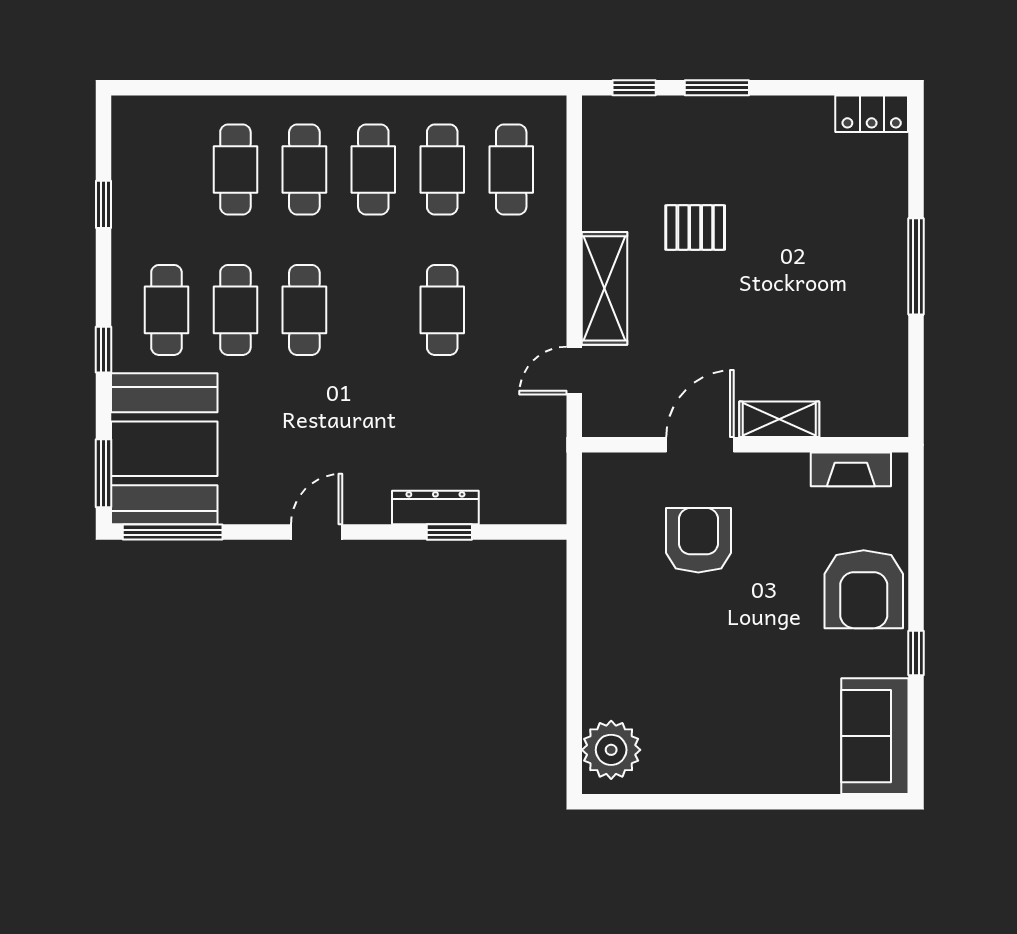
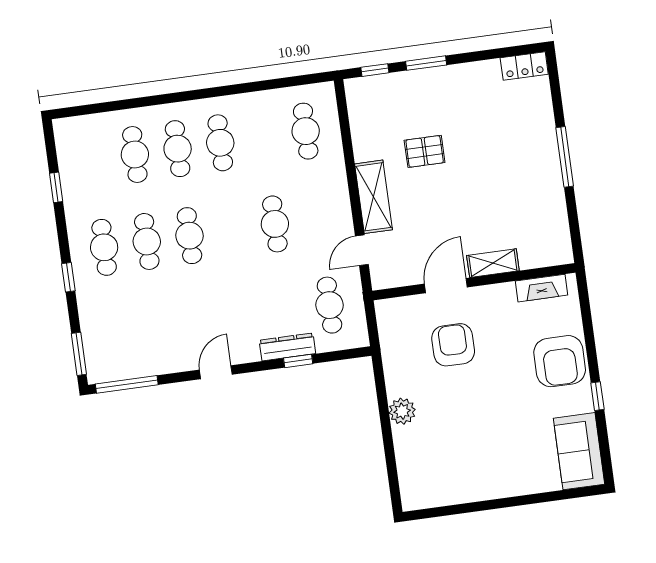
cafe table: (442, 170) -> (329, 305), moved
booth: (164, 449) -> (114, 334), removed
plant: (611, 750) -> (402, 411), moved, width x0.73, depth x0.73

